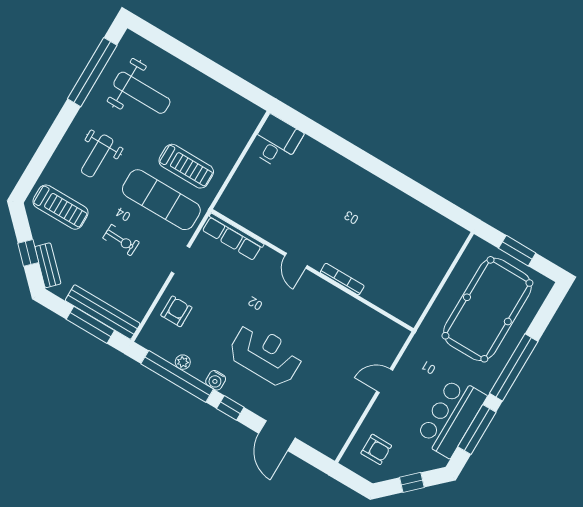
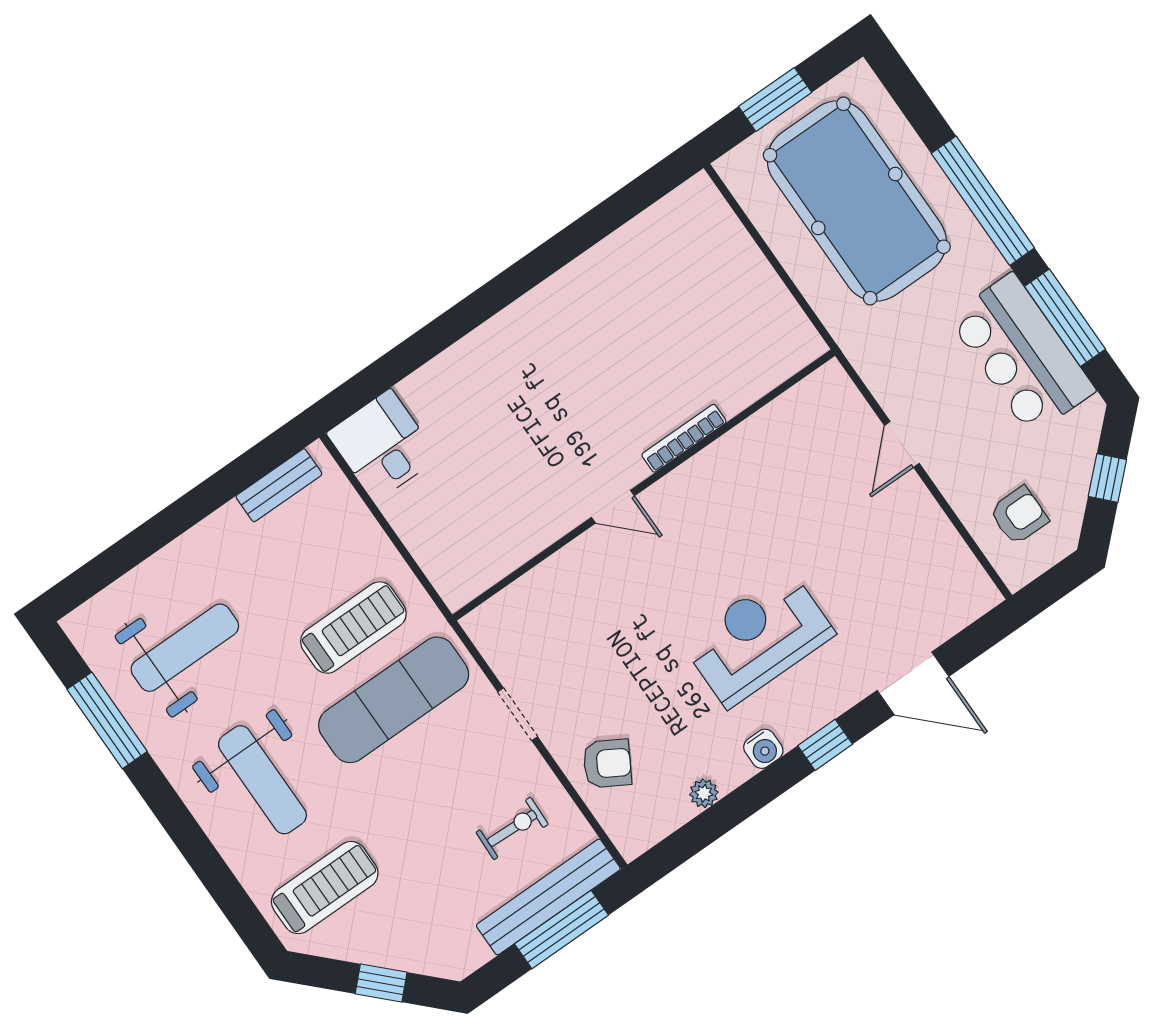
window: (92, 72) -> (107, 720), width x0.68
weight bench: (97, 156) -> (262, 780), width x1.36, depth x1.33
row of seats: (233, 237) -> (519, 601), removed
exercise bike: (121, 240) -> (512, 828), moved
bench: (48, 265) -> (279, 485), moved, turned -45
armchair: (176, 311) -> (607, 764), turned 120
window: (177, 376) -> (725, 815), removed

